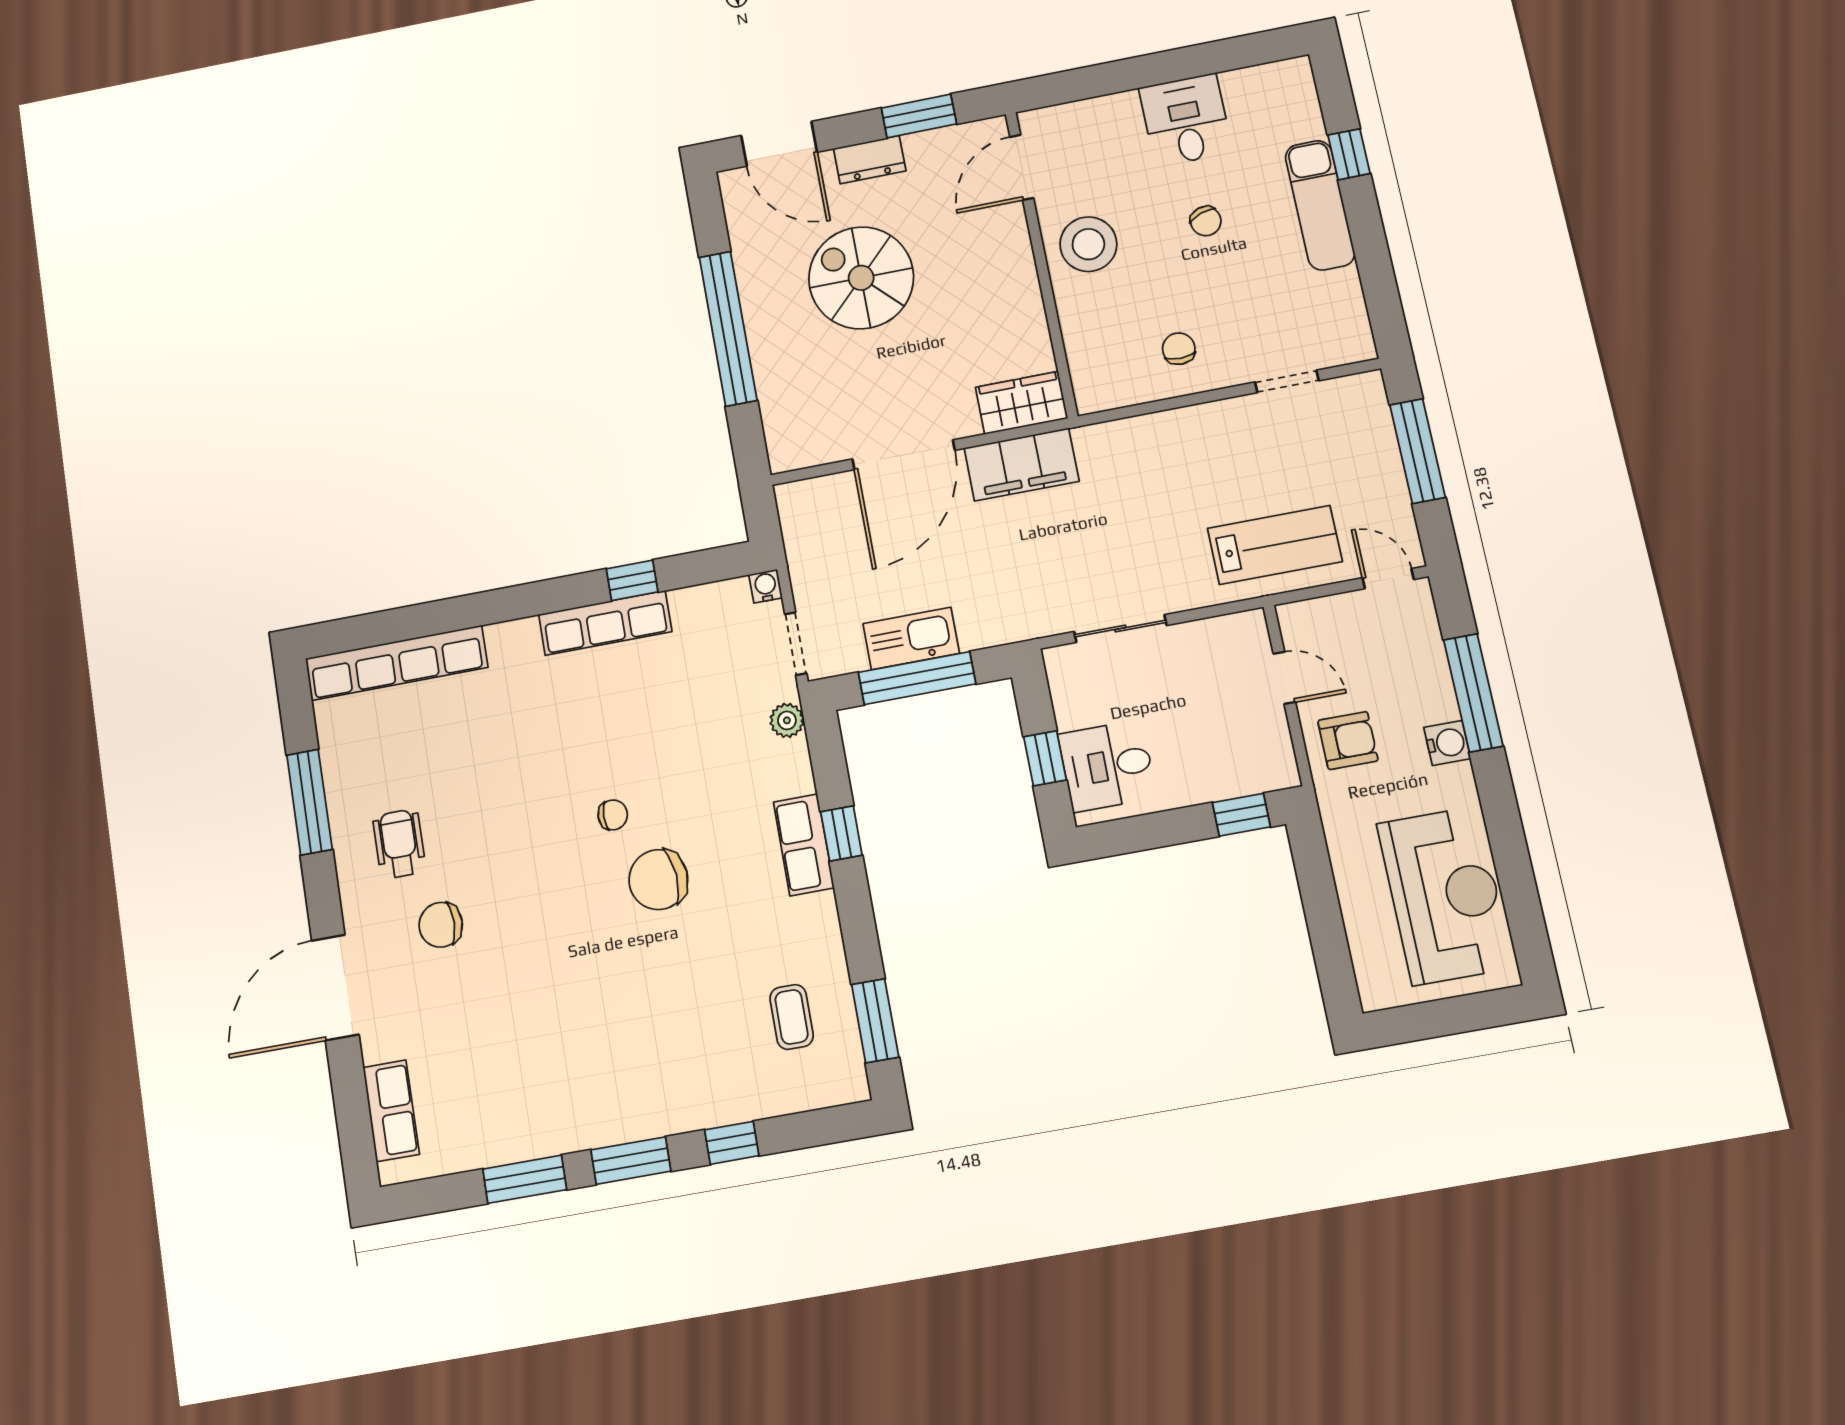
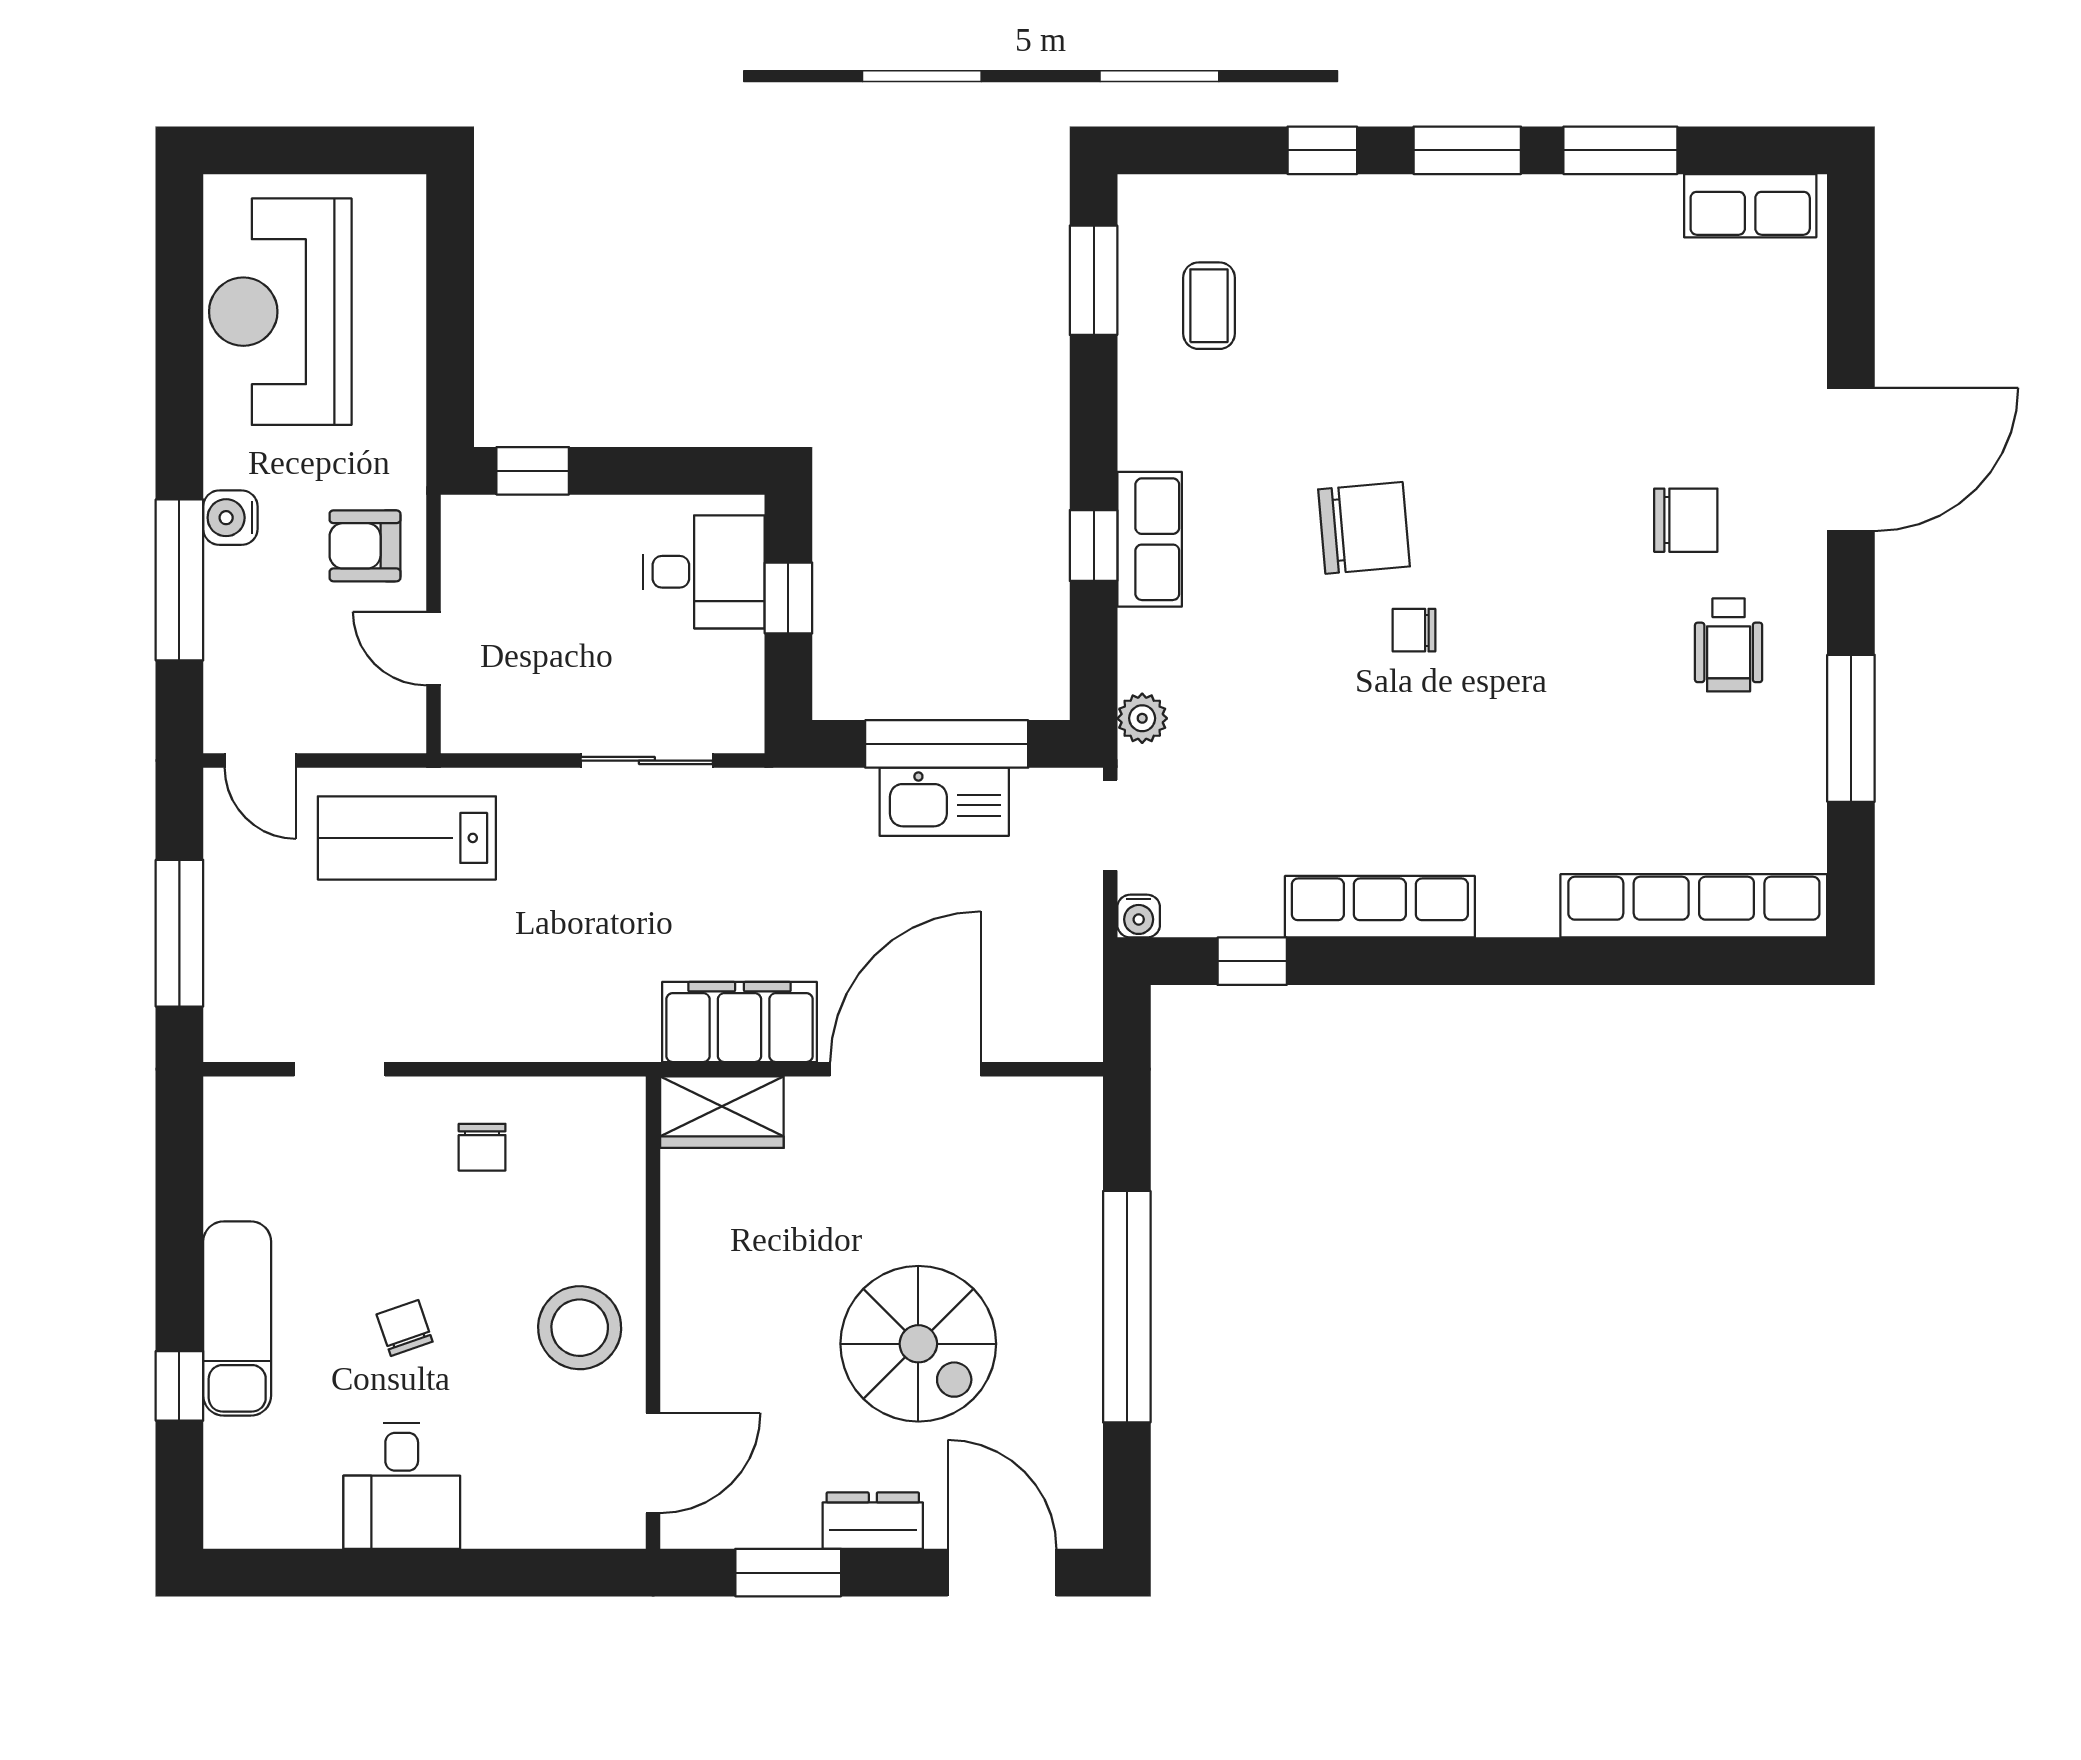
window: (632, 580) -> (1252, 961), moved
row of seats: (391, 1111) -> (1750, 206), moved, turned -90

